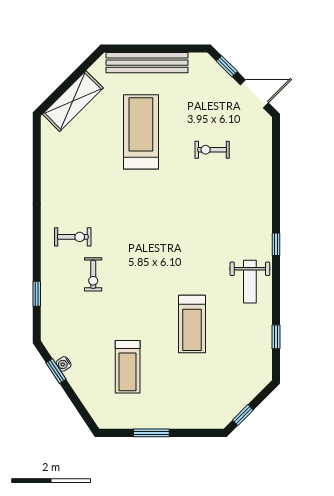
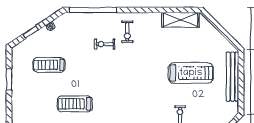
shelving: (73, 101) -> (181, 20), moved, turned -45
window: (37, 294) -> (93, 10), width x3.17
window: (56, 371) -> (31, 32), moved

